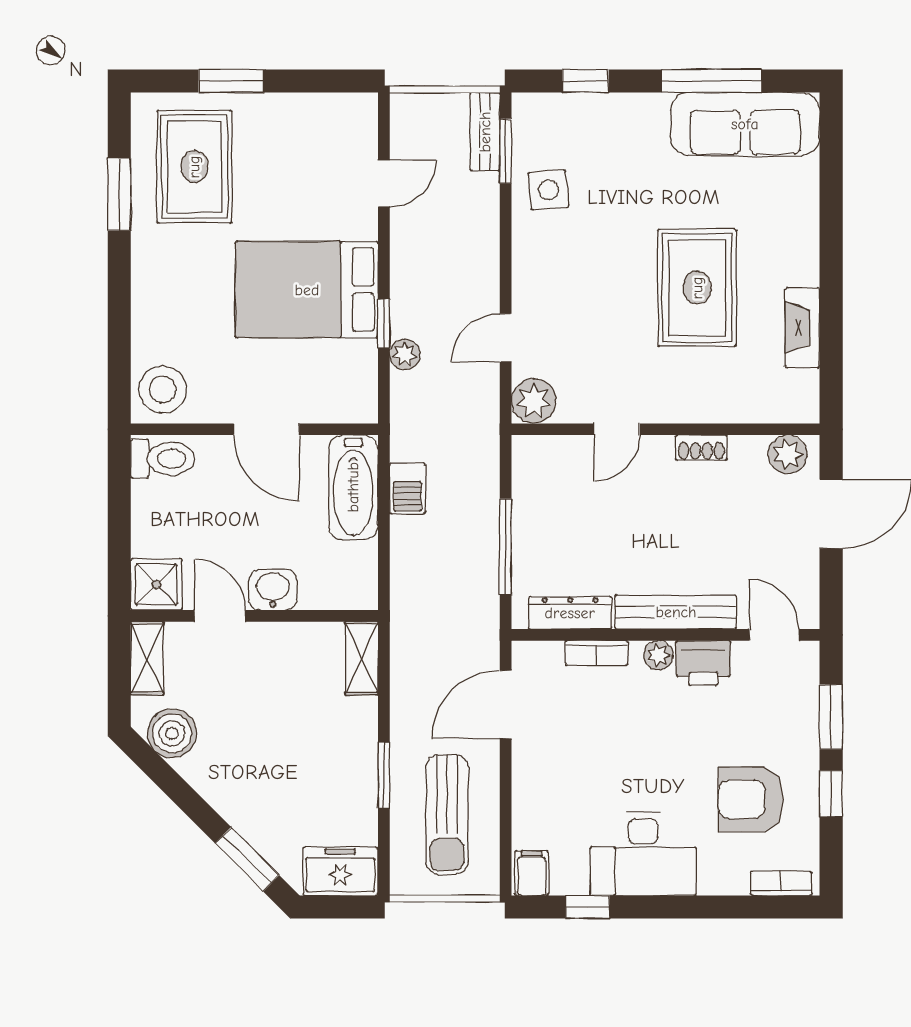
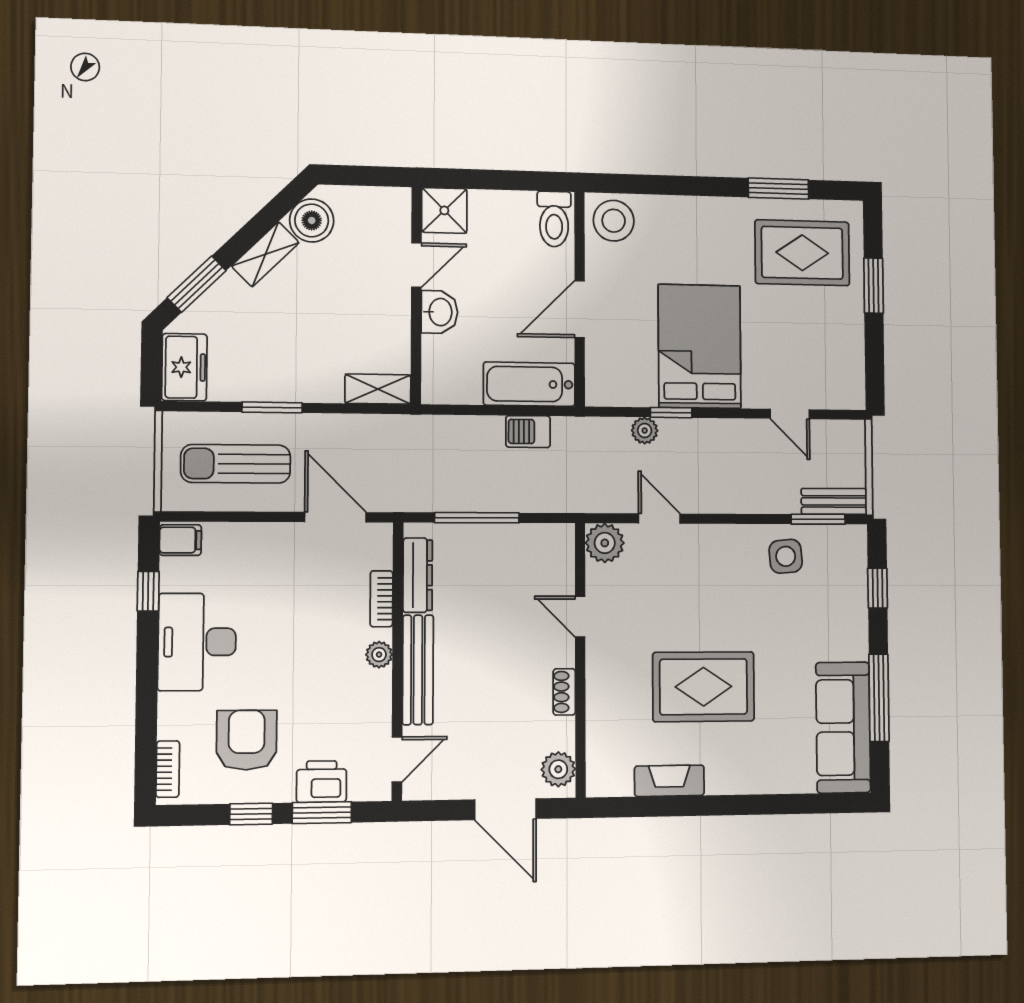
shelving: (147, 658) -> (265, 254), moved, turned -45
printer: (703, 663) -> (321, 782), moved, turned 90

